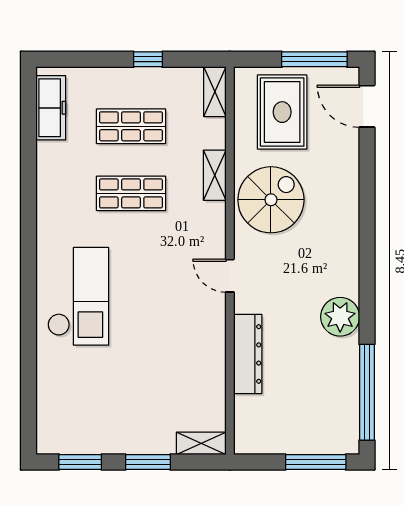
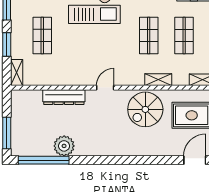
spiral stairs: (271, 200) -> (145, 109), turned 90
plant: (340, 317) -> (64, 146), moved
shop shelf: (131, 395) -> (42, 35), added

